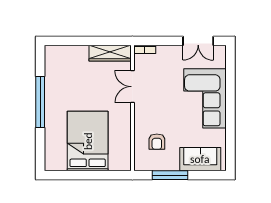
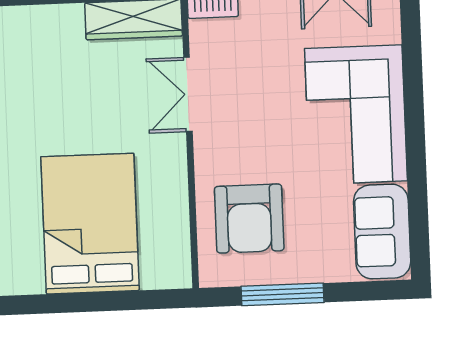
armchair: (157, 142) -> (249, 219), width x1.88, depth x1.88
sofa: (200, 159) -> (382, 232), moved, turned -90

